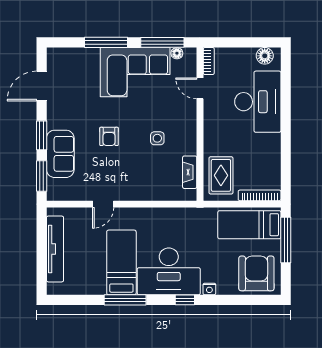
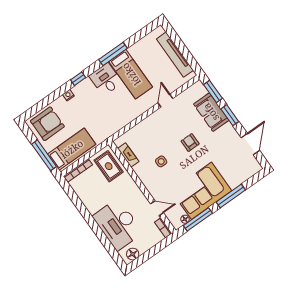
desk: (169, 271) -> (106, 79), width x0.53, depth x0.77
armchair: (256, 273) -> (47, 124), turned -90

